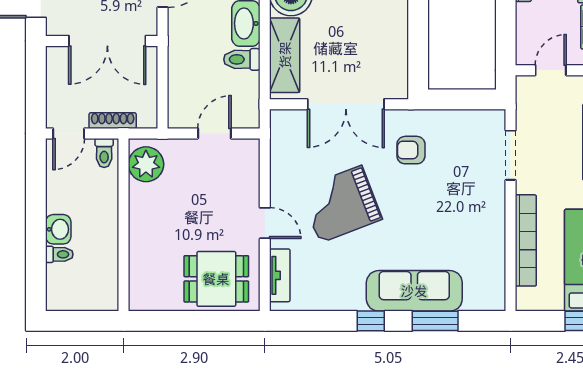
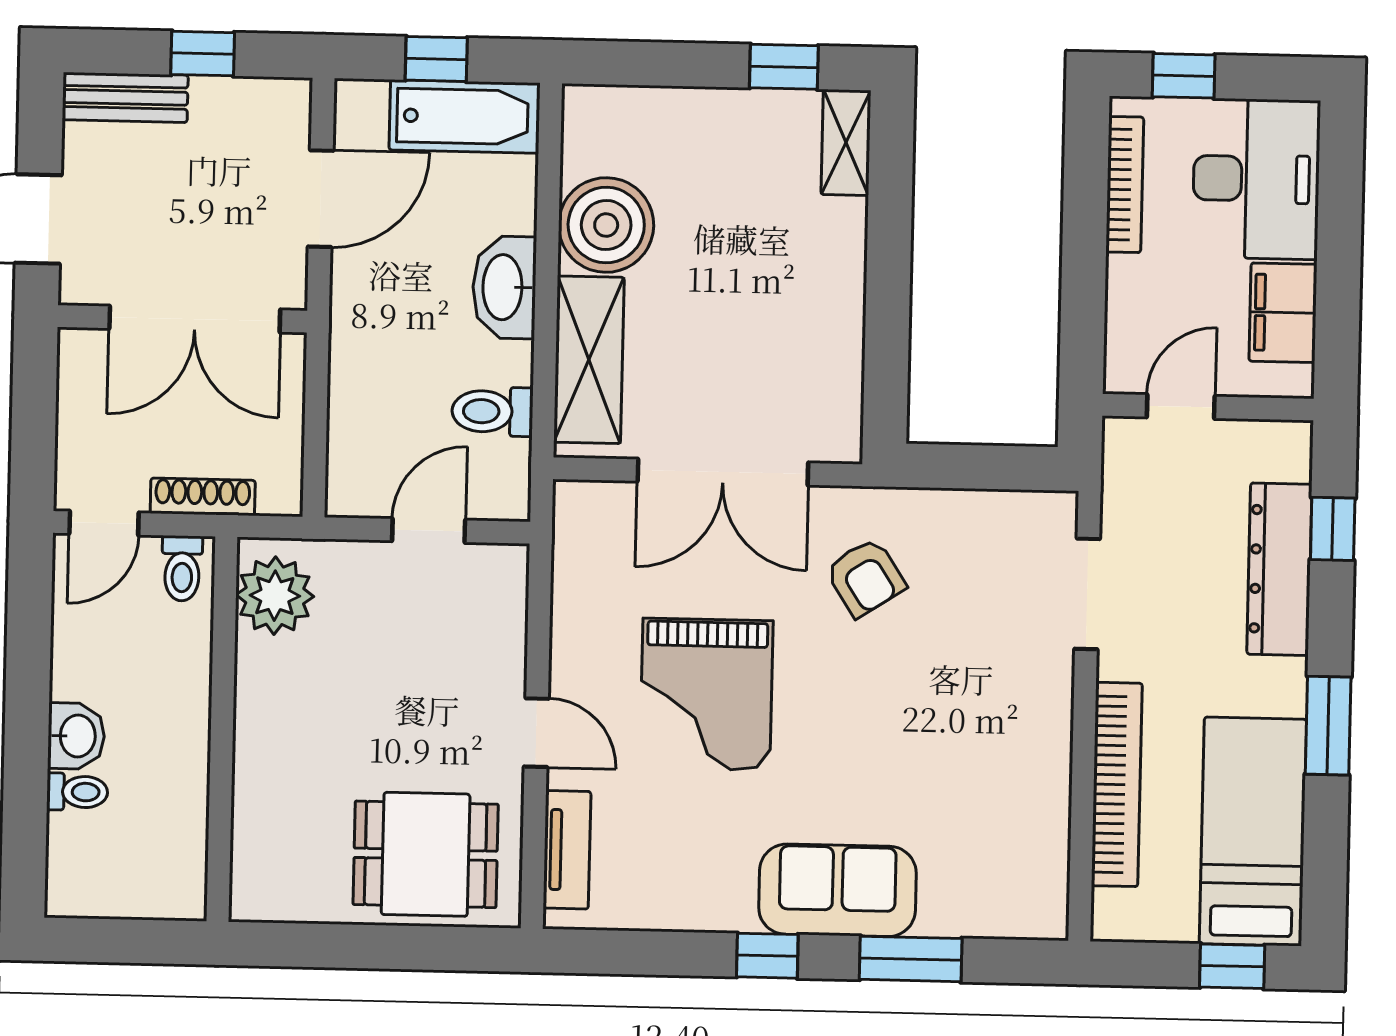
toilet: (242, 59) -> (492, 411), moved
armchair: (411, 150) -> (865, 577), turned -123
grand piano: (341, 204) -> (706, 694), turned -69
sofa: (414, 291) -> (837, 890), width x0.73

